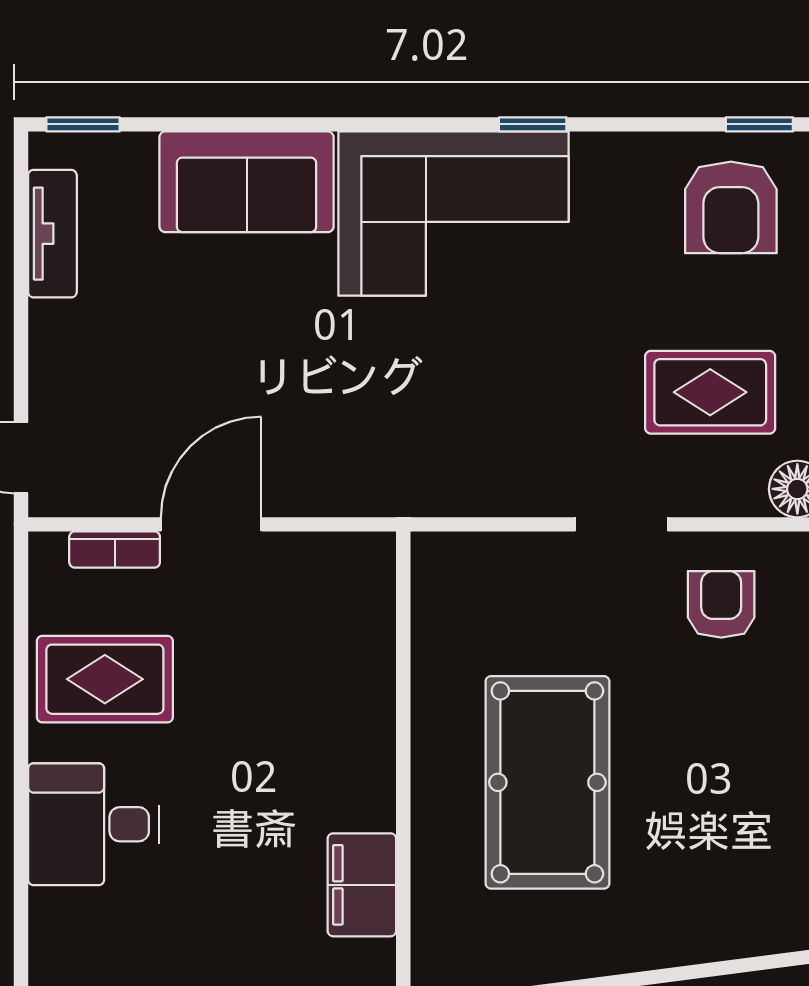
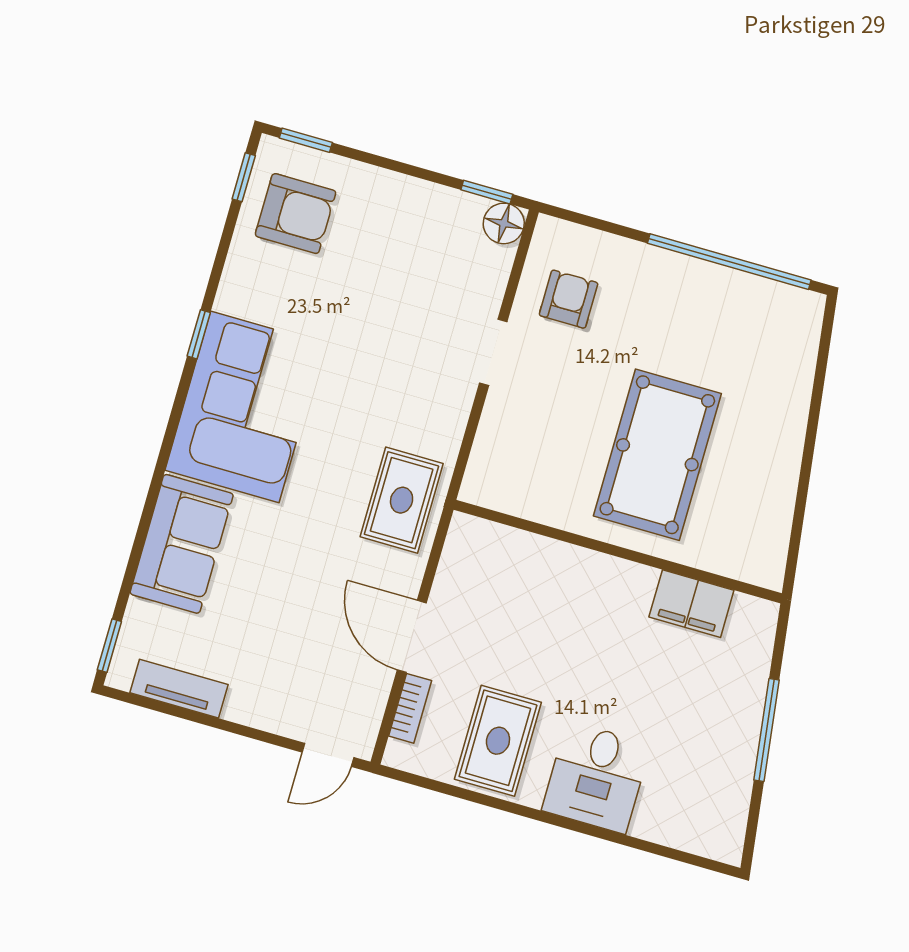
rug: (710, 392) -> (402, 500), moved
armchair: (721, 604) -> (569, 299), turned 90
pool table: (547, 782) -> (657, 455), turned 90

